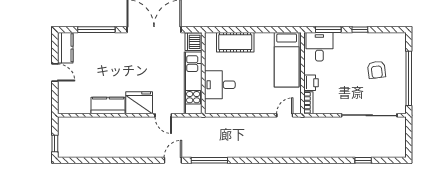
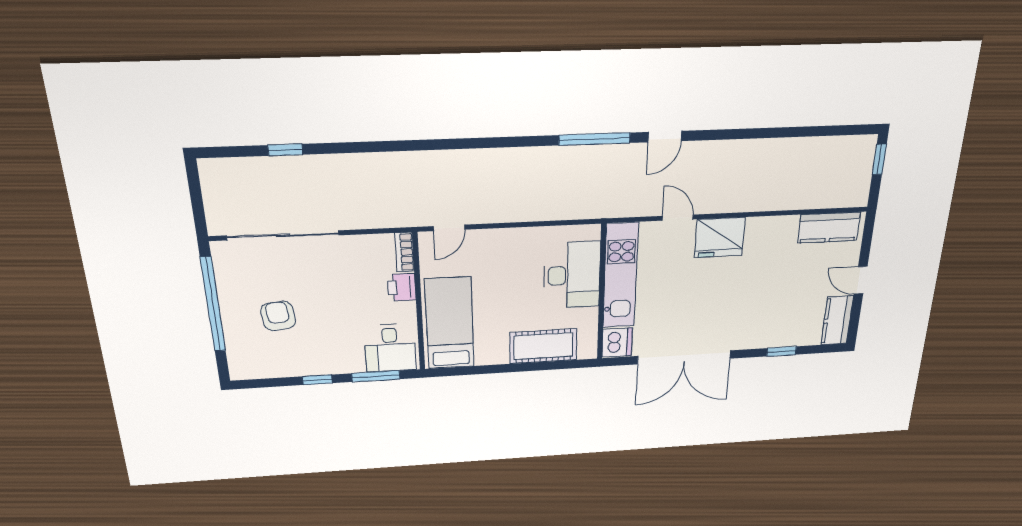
window: (96, 30) -> (782, 351), width x0.46
desk: (220, 85) -> (572, 275), width x1.37
kitchen counter: (108, 106) -> (829, 228), moved

